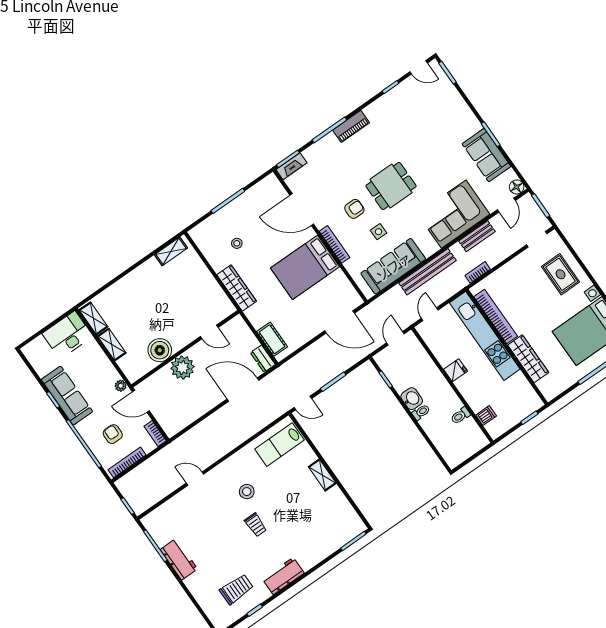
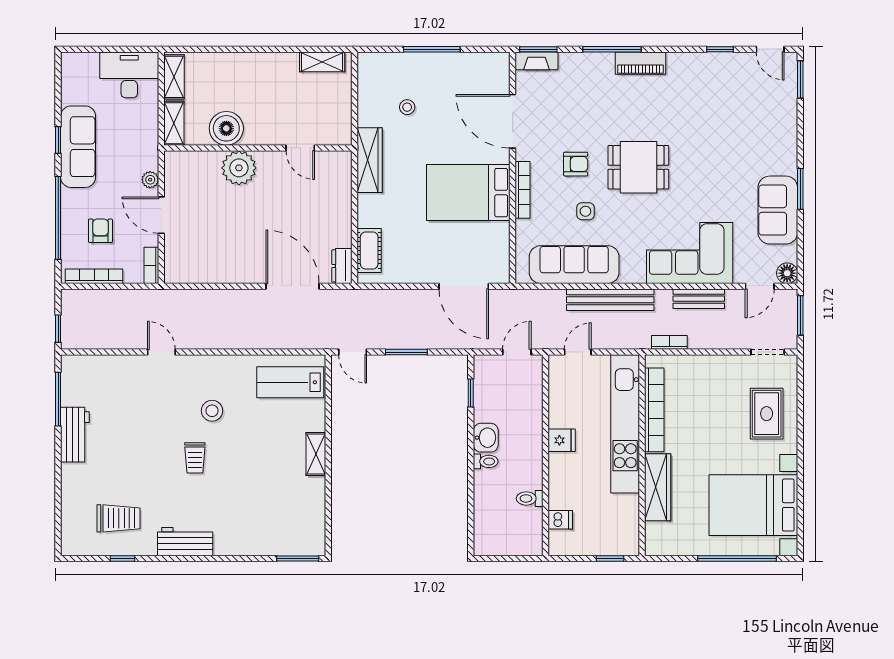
door: (209, 332) -> (300, 148), moved
wall: (185, 349) -> (258, 148), moved
boiler: (160, 350) -> (226, 128), moved
plant: (182, 368) -> (239, 168), moved

